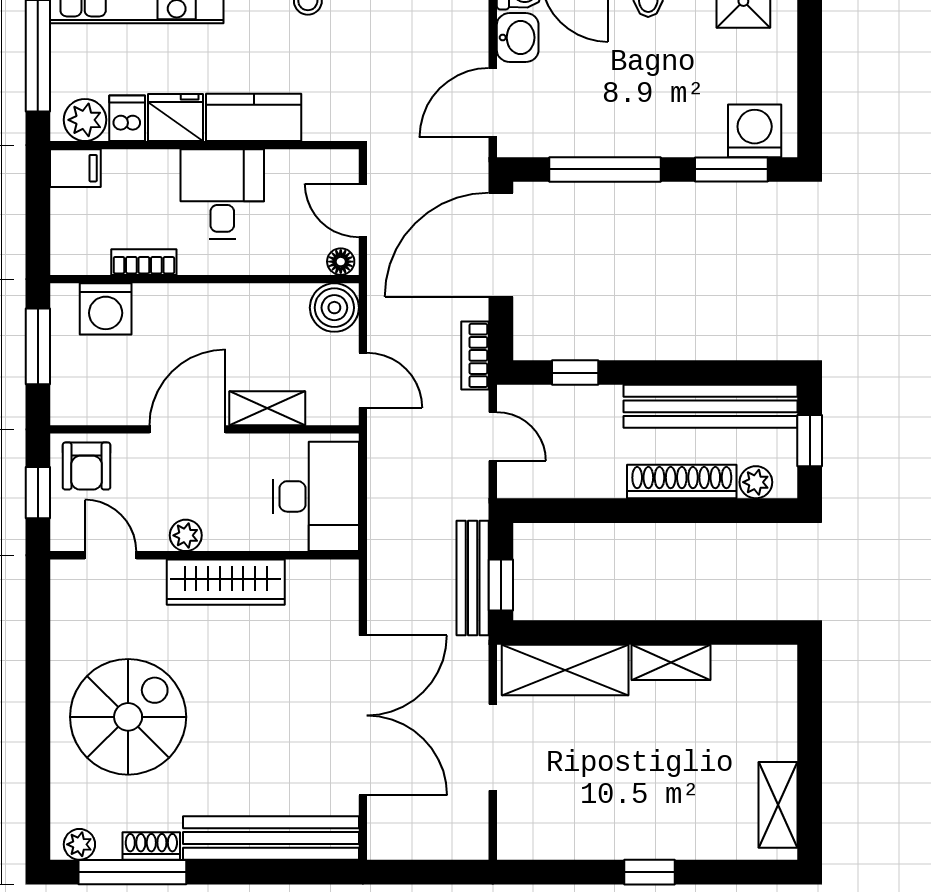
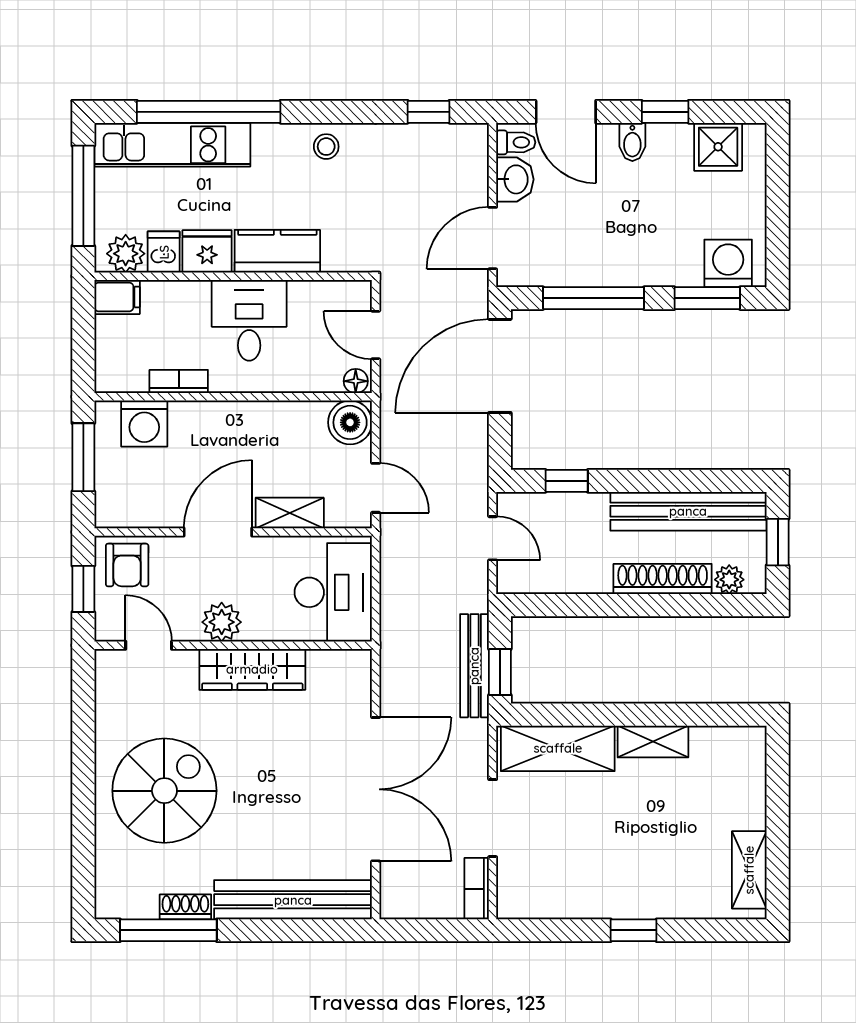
bookcase: (475, 355) -> (477, 889), moved
plant: (186, 535) -> (222, 622), width x1.38, depth x1.38
plant: (79, 844) -> (121, 905), removed

